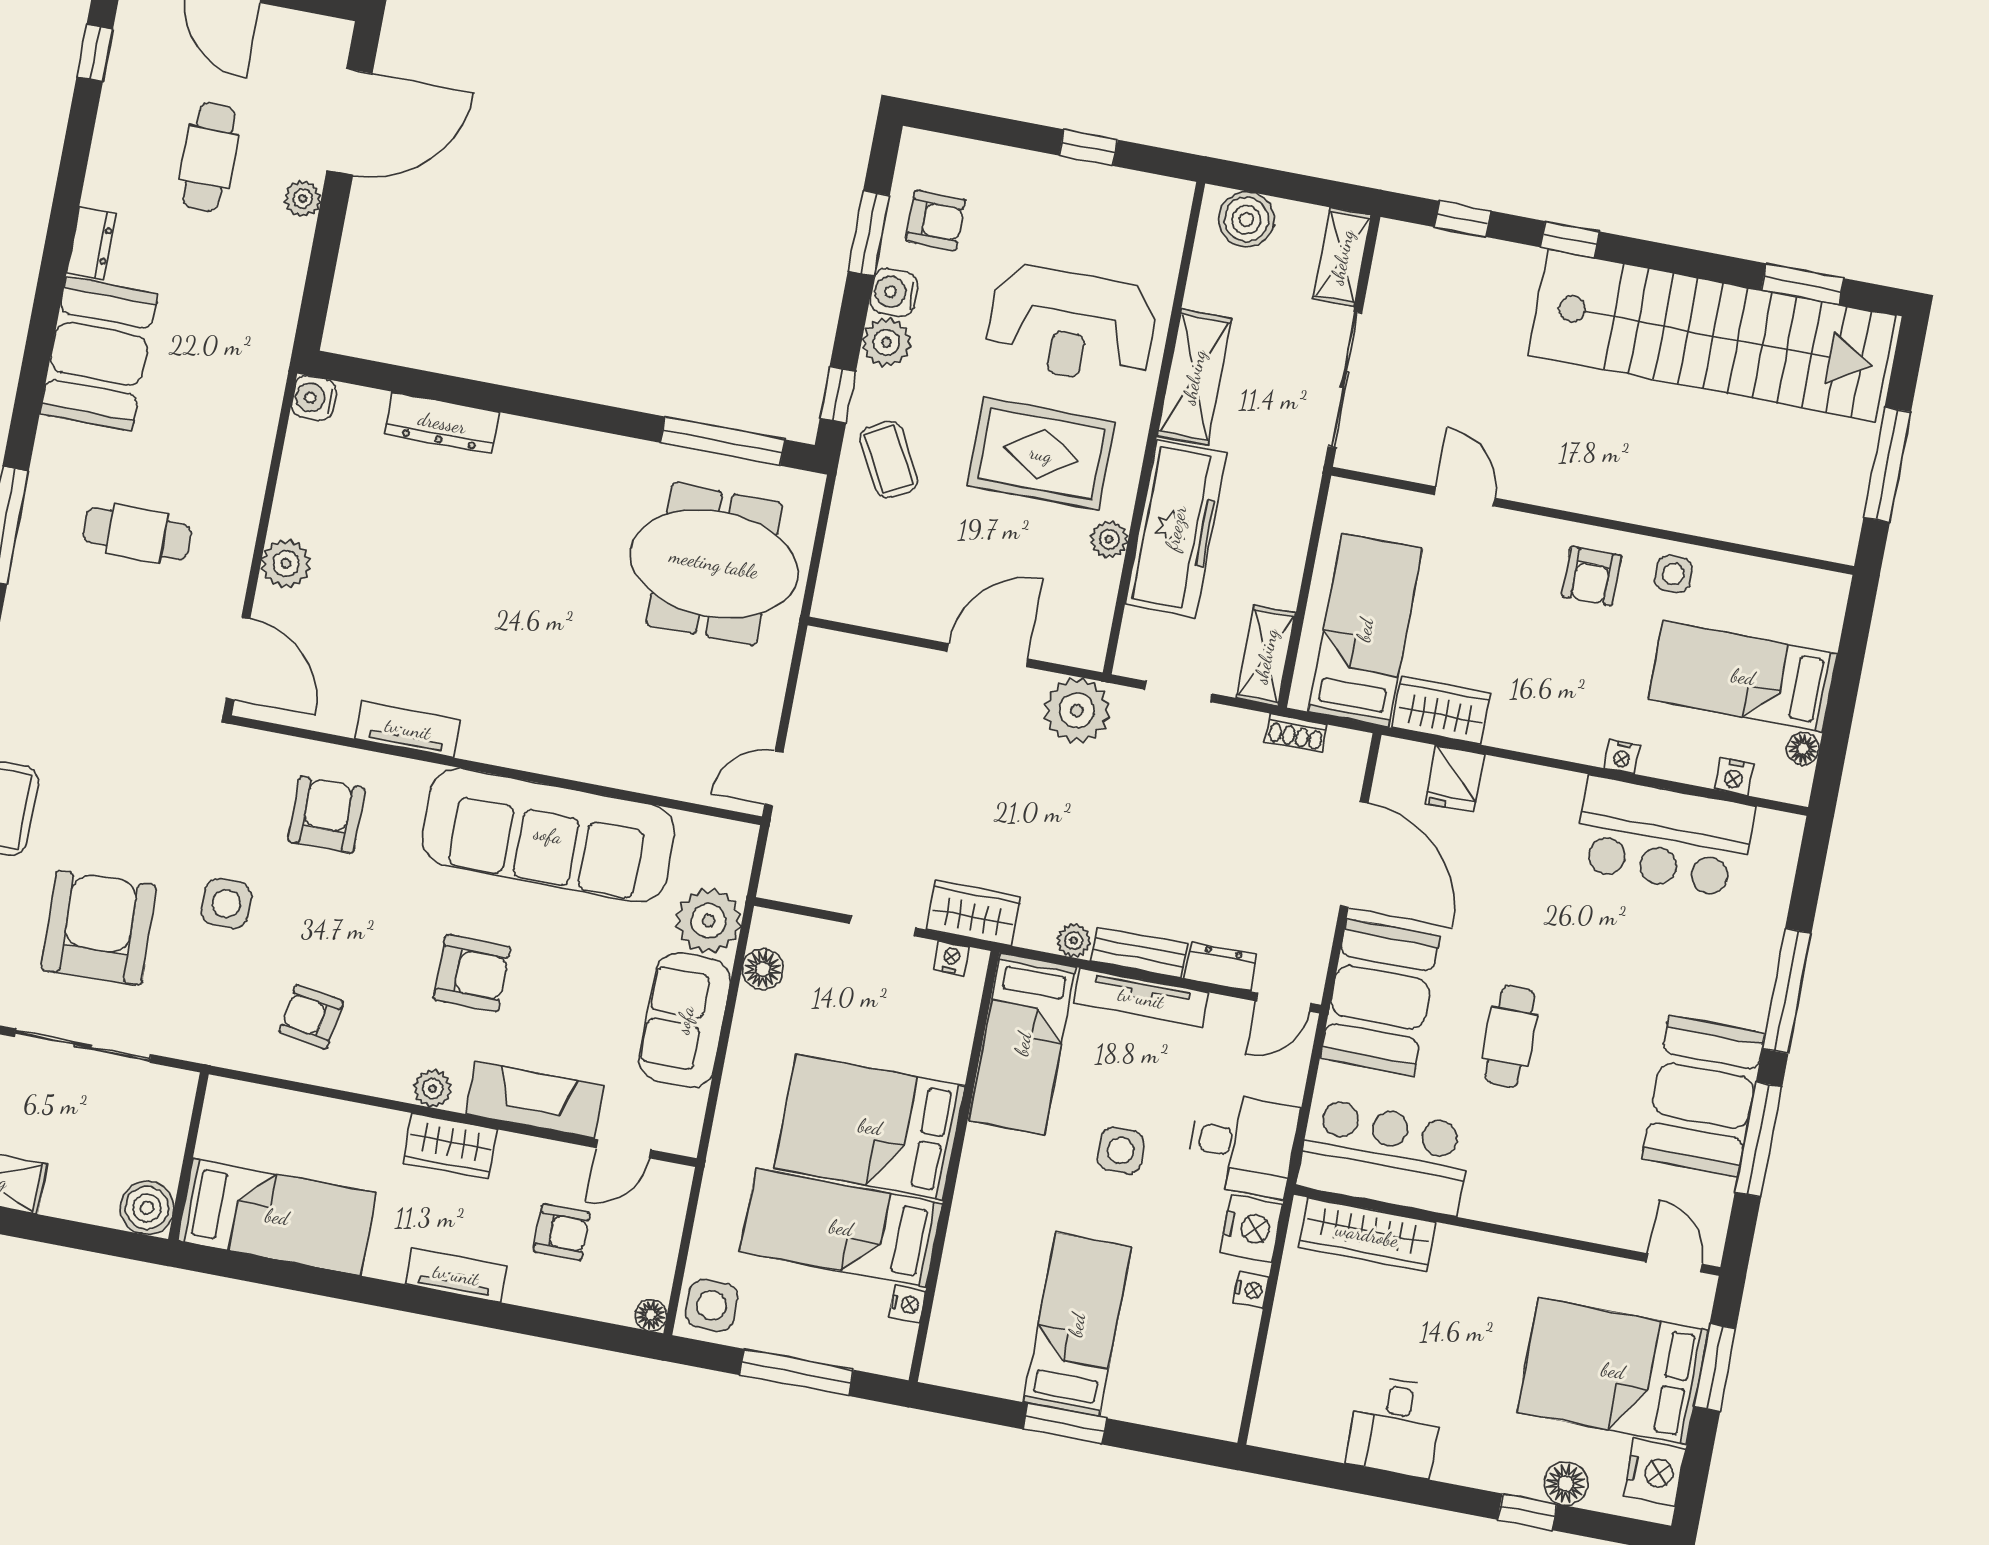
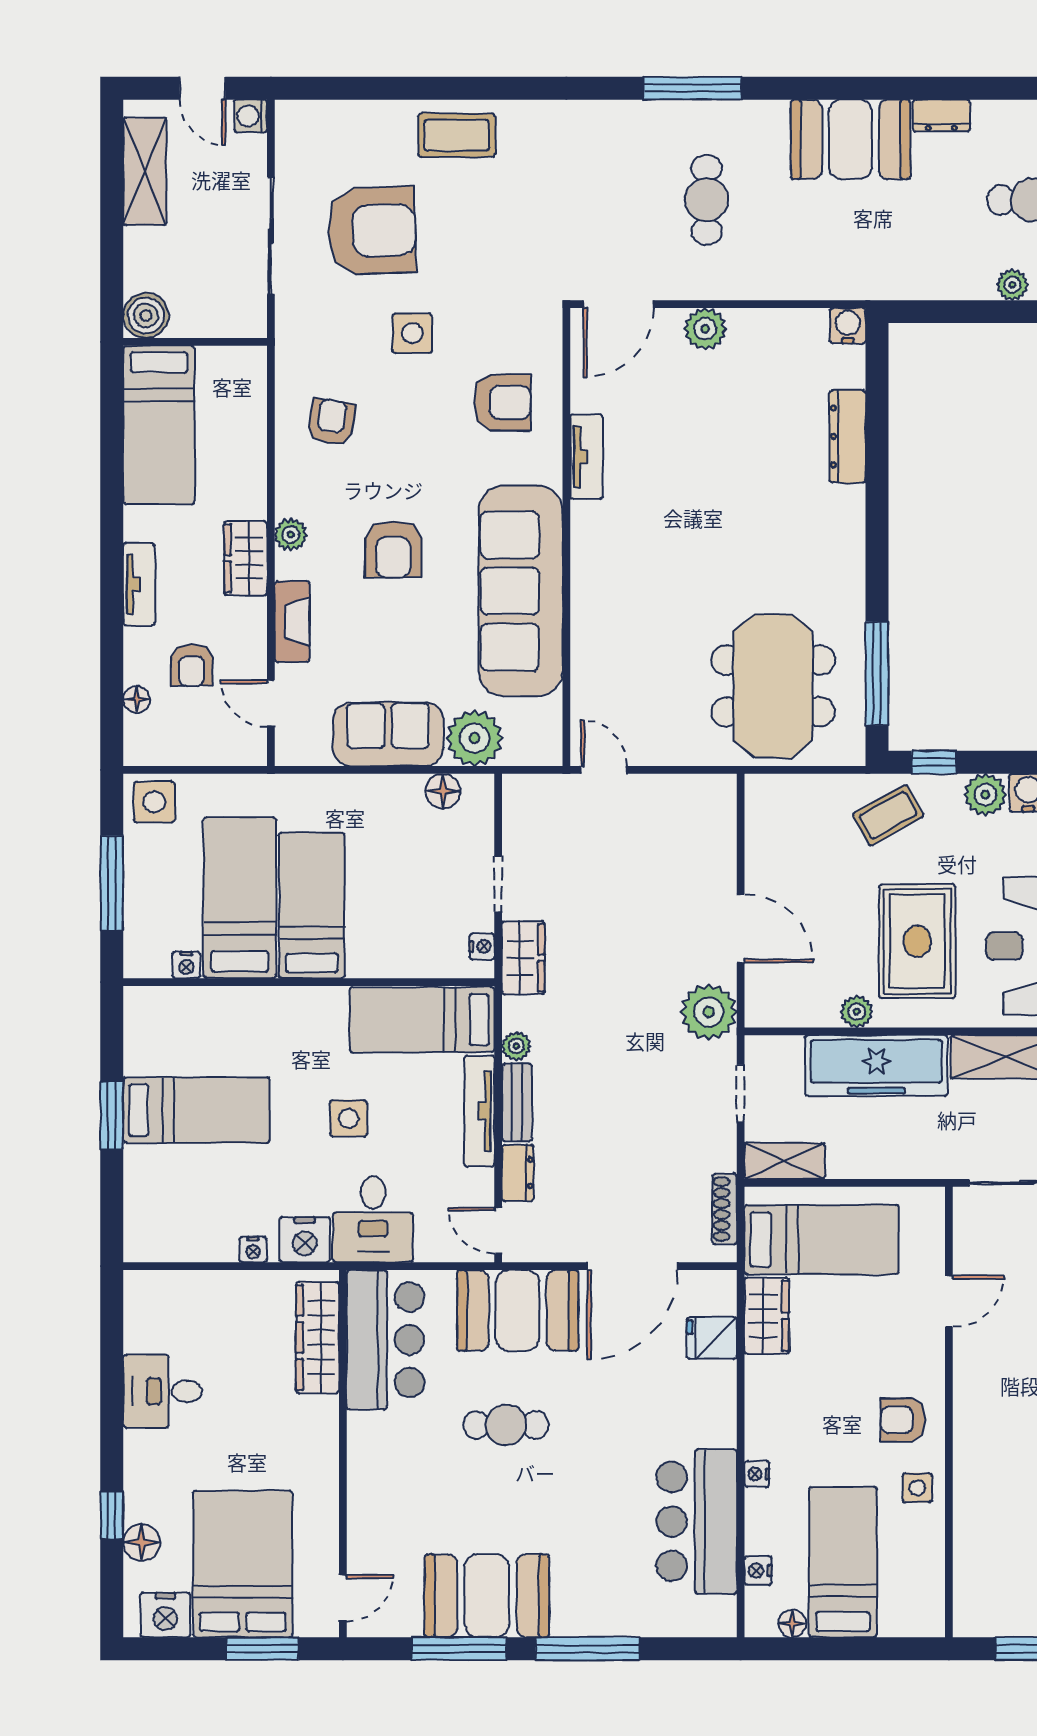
shoe rack: (1296, 733) -> (725, 1209), width x1.43
fireplace: (535, 1100) -> (292, 622), width x0.73, depth x0.76
bed: (870, 1127) -> (312, 905), width x0.67
floor lamp: (651, 1315) -> (137, 699), moved

